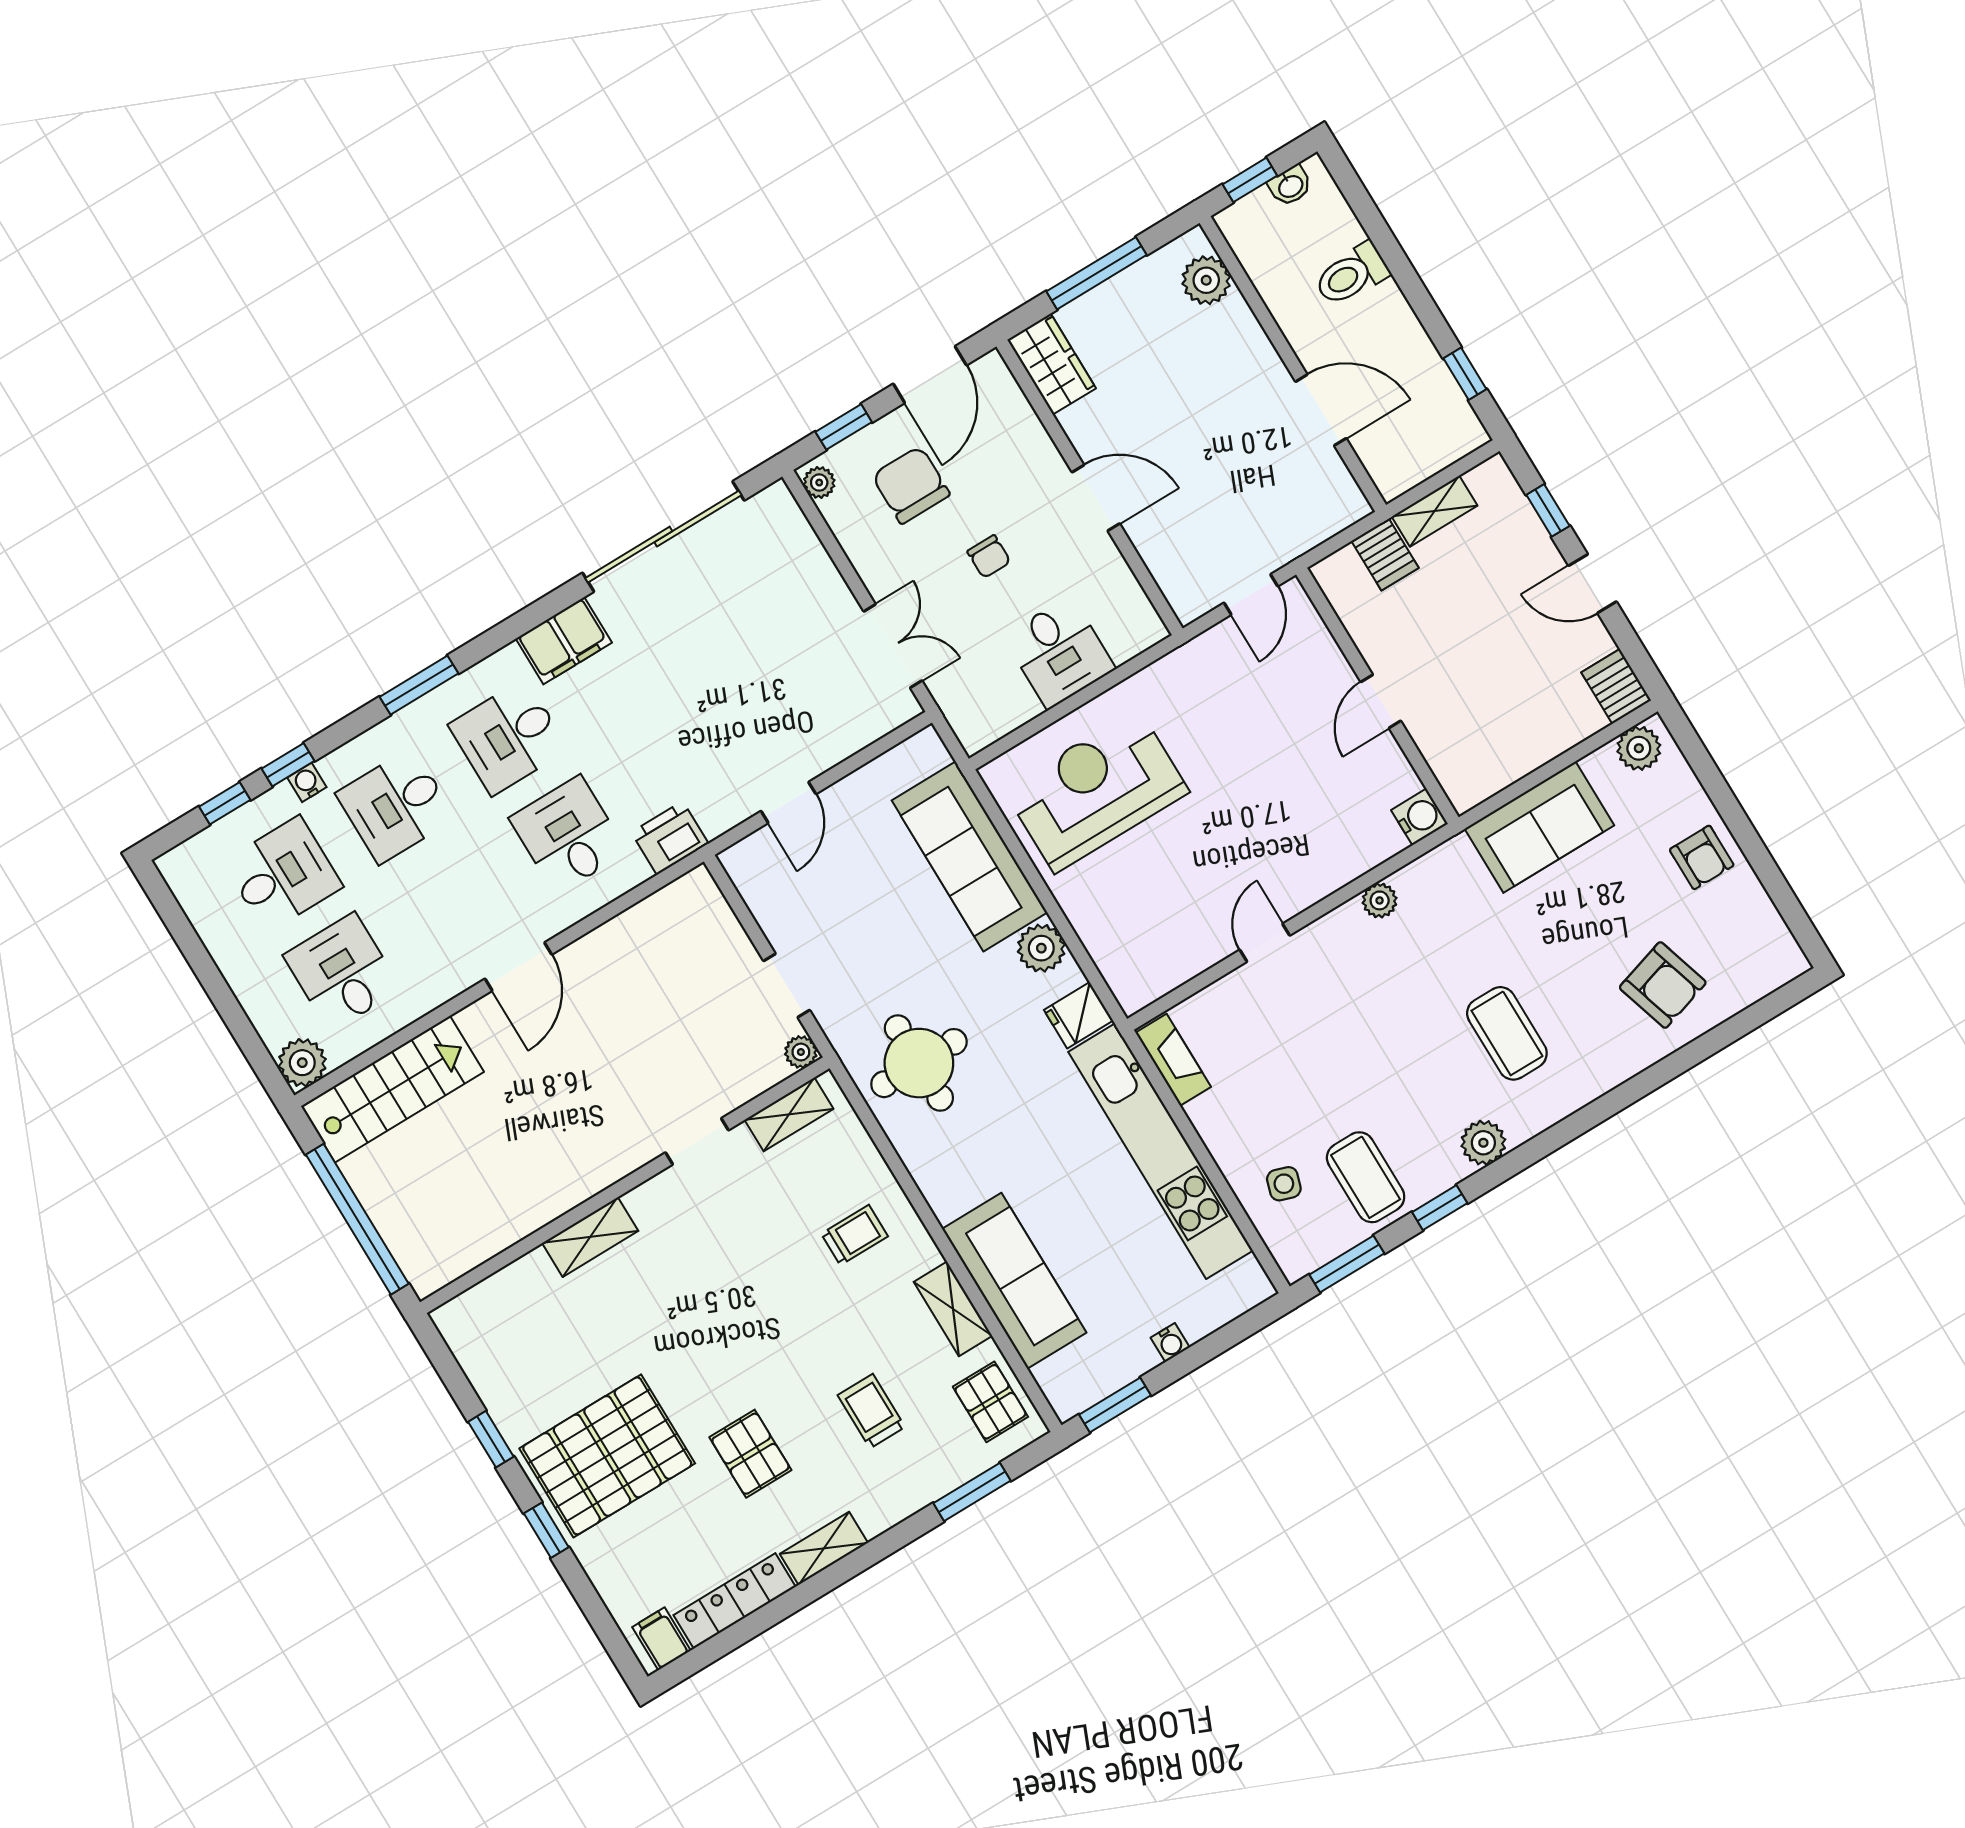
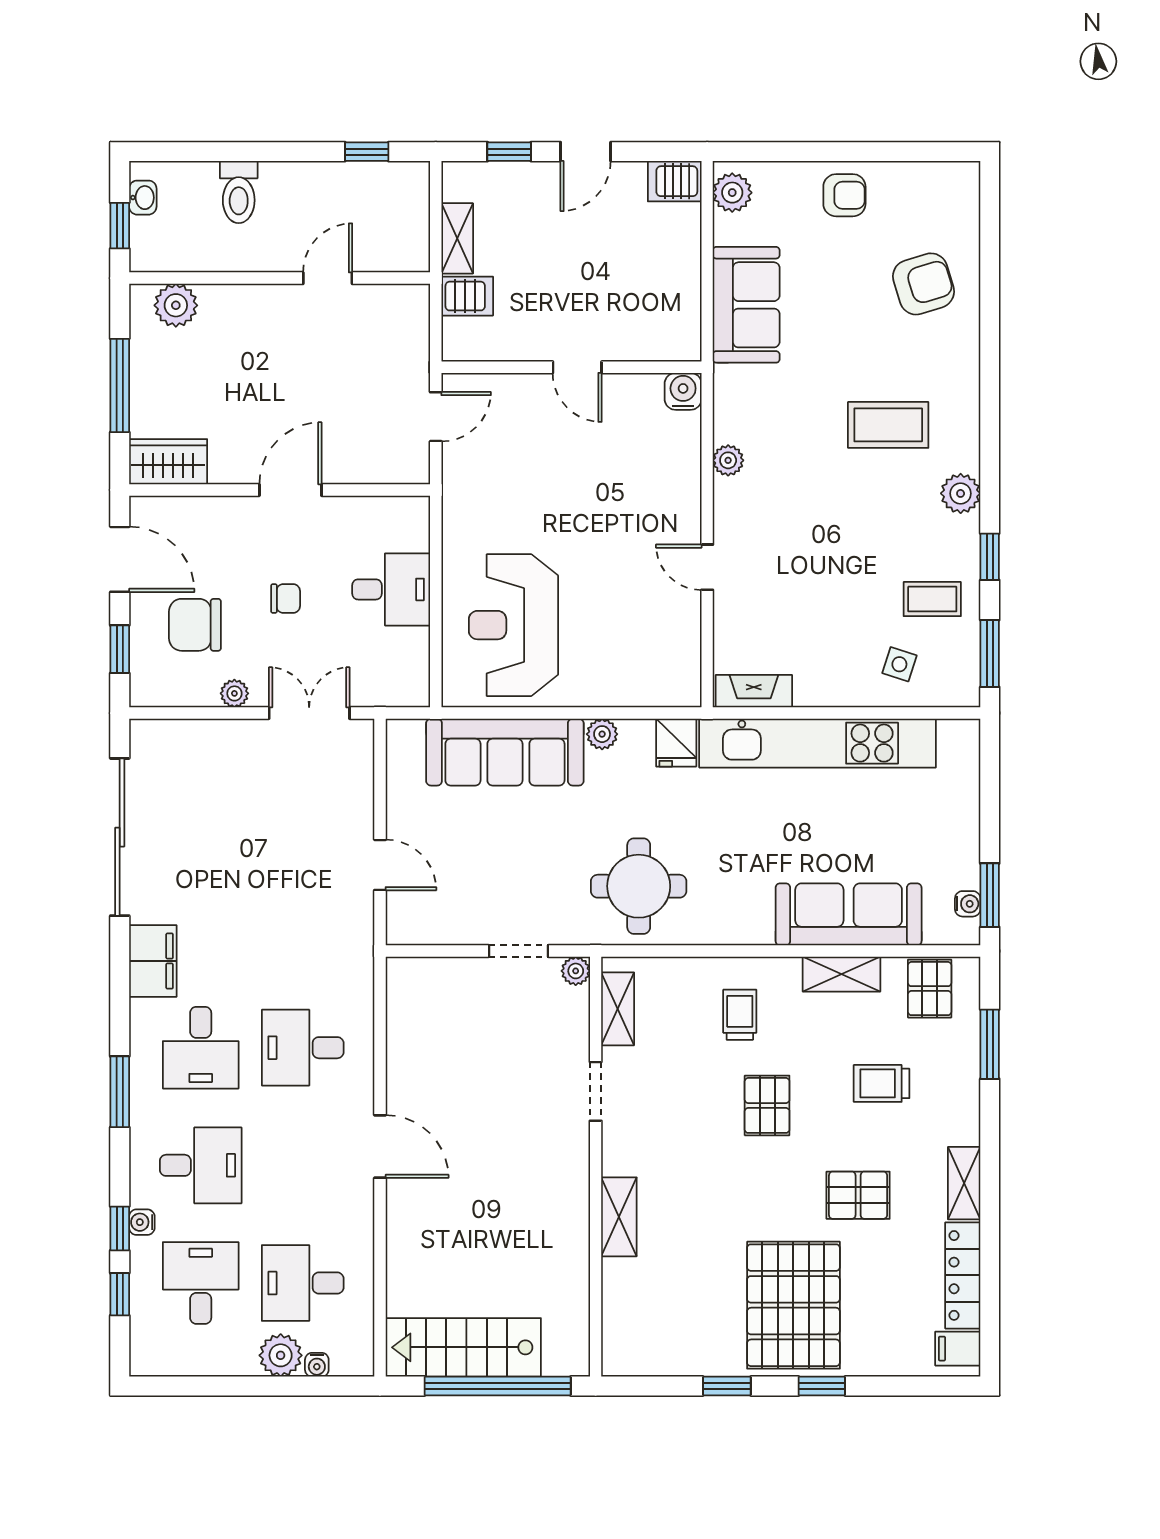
door: (1321, 410) -> (328, 278), width x0.73
plant: (819, 483) -> (234, 693), moved
door: (1251, 595) -> (436, 417), hinge flipped
desk: (396, 806) -> (201, 1165), turned -90
printer: (670, 838) -> (352, 972), removed
plant: (1041, 948) -> (602, 734), width x0.73, depth x0.73
water cooler: (272, 1033) -> (317, 1365), added
plant: (302, 1063) -> (281, 1355), moved
stairs: (392, 1089) -> (463, 1347), moved, turned -90
coffee table: (1366, 1177) -> (932, 599), width x0.73, depth x0.77
pallet: (783, 1314) -> (767, 1105), added
water cooler: (1170, 1343) -> (968, 904), moved
pallet: (990, 1402) -> (930, 989), turned 90

